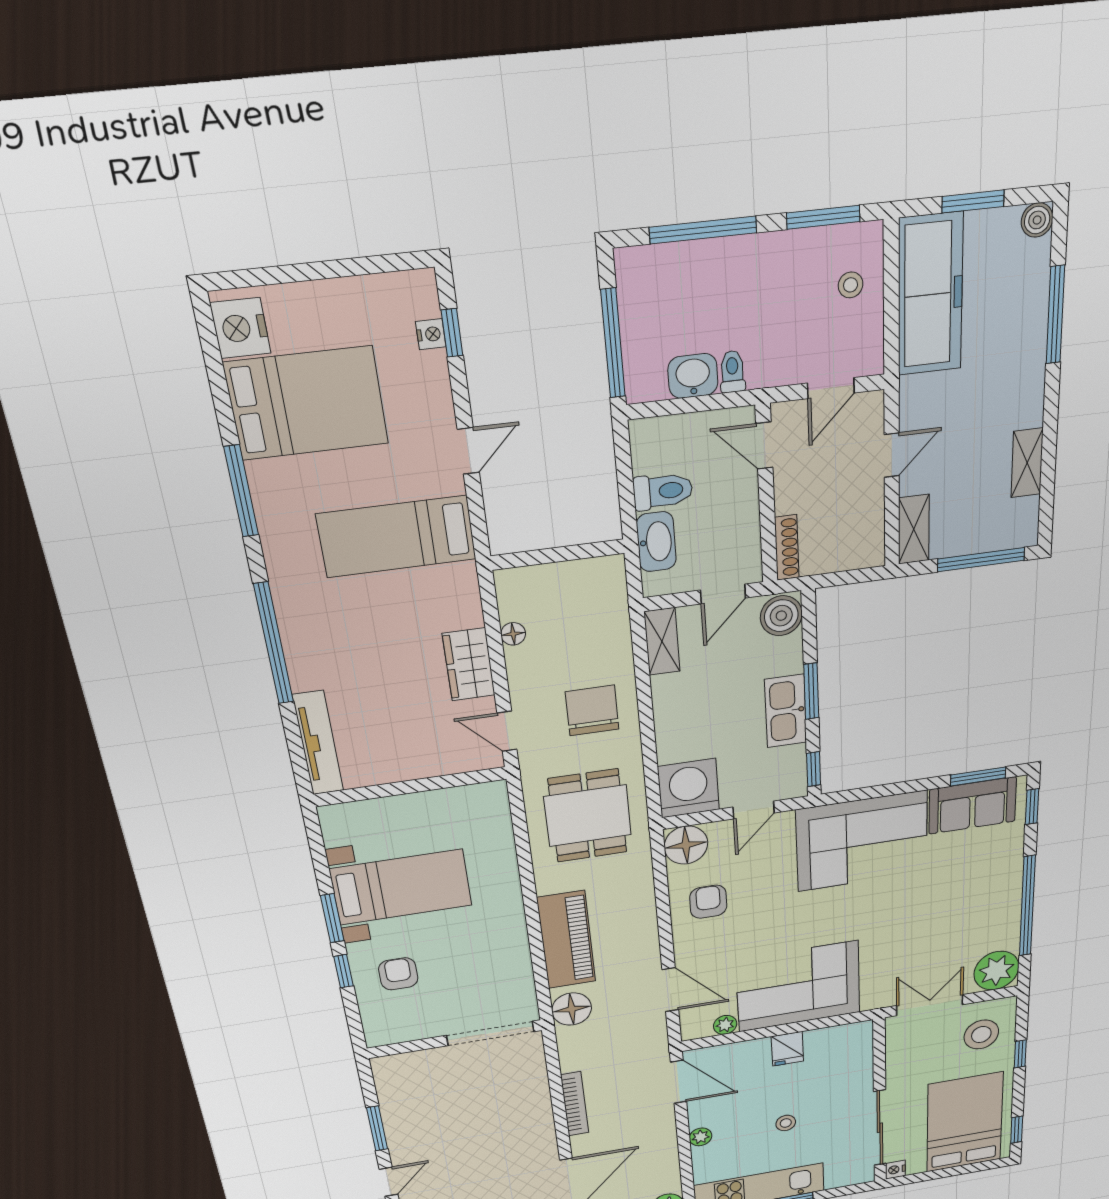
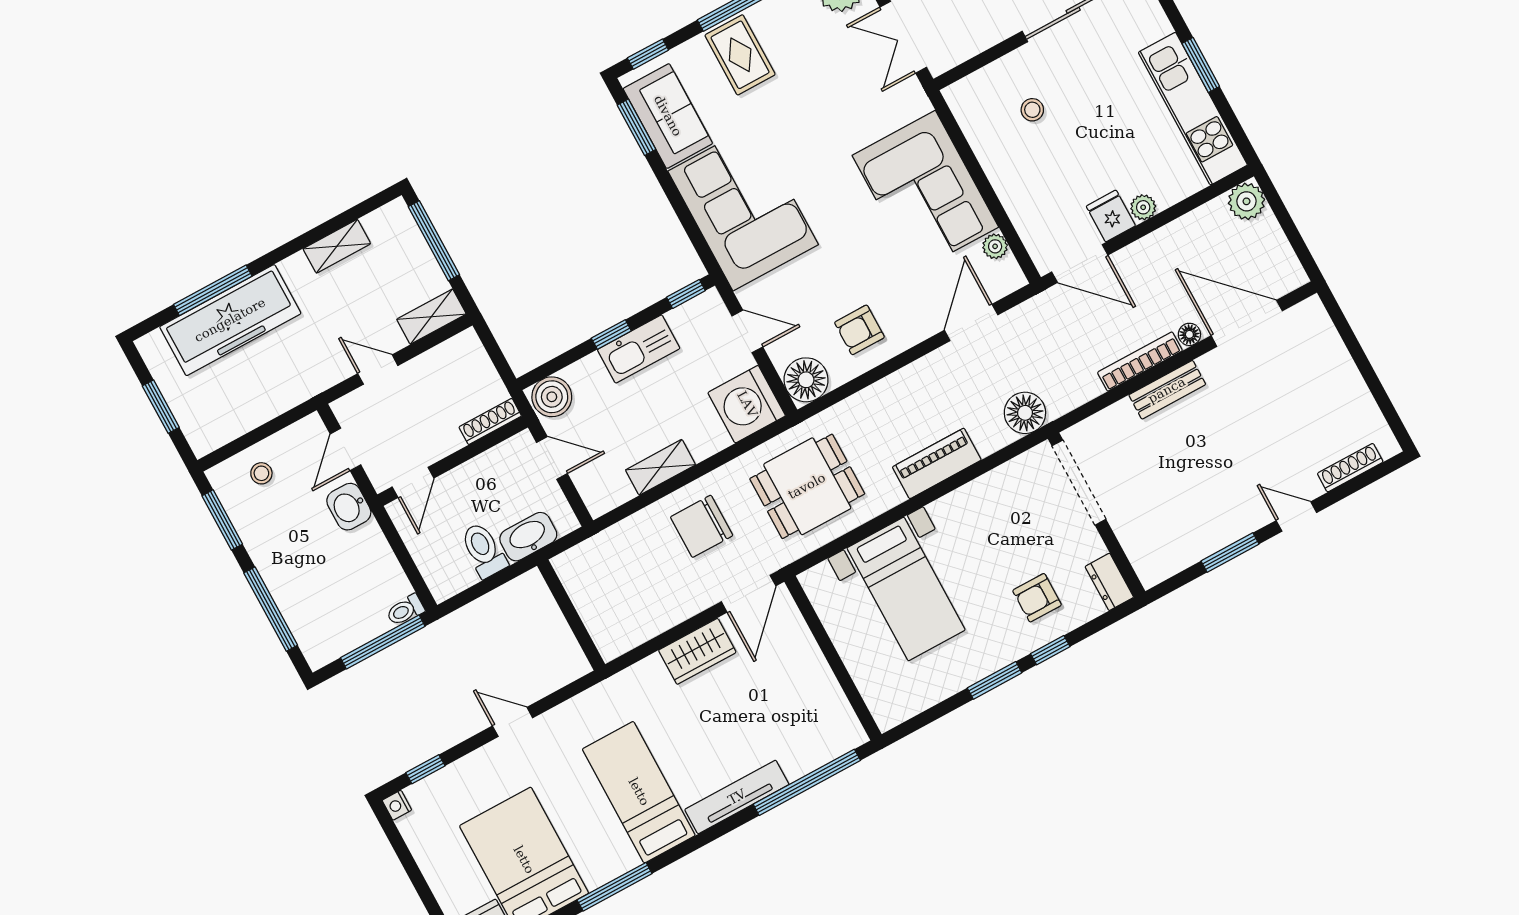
boiler: (1037, 220) -> (151, 347), removed
freezer: (930, 295) -> (230, 320), moved, turned 180
nightstand: (431, 334) -> (397, 805), moved, turned -90
toilet: (732, 372) -> (405, 610), moved
washbasin: (693, 376) -> (349, 507), moved
door: (831, 388) -> (345, 449), swing flipped
bed: (397, 537) -> (639, 792), moved, turned 180
floor lamp: (513, 634) -> (1189, 334), moved
shelving: (662, 641) -> (661, 467), moved
window: (274, 644) -> (807, 782), moved
window: (811, 691) -> (611, 334), width x0.67
door: (507, 731) -> (749, 594), width x1.38
tv unit: (318, 743) -> (737, 797), moved
rug: (988, 879) -> (740, 55), added
bed with nightstands: (401, 887) -> (906, 589), moved, turned 180
piano: (566, 940) -> (937, 463), width x0.73, depth x0.75
dresser: (389, 1033) -> (1109, 582), added
fridge: (787, 1049) -> (1111, 216), moved, turned -90
door: (679, 1082) -> (1080, 264), swing flipped
bench: (541, 1117) -> (1167, 390), added
stool: (786, 1123) -> (1032, 110), moved

